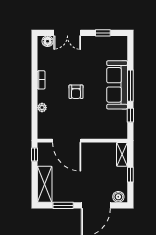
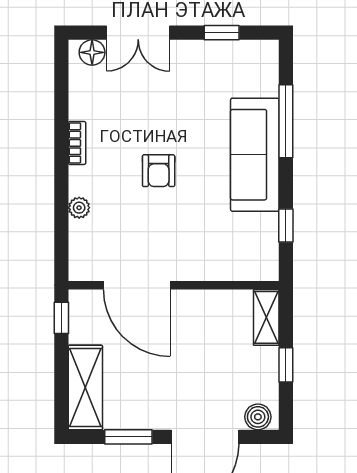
window: (130, 86) -> (286, 121), moved

